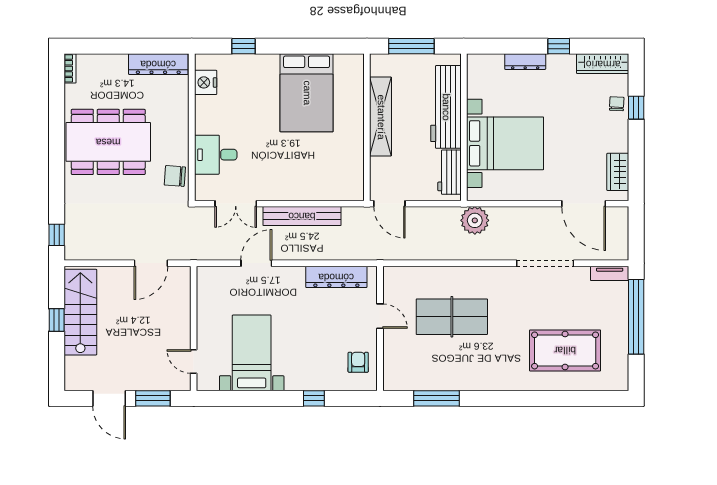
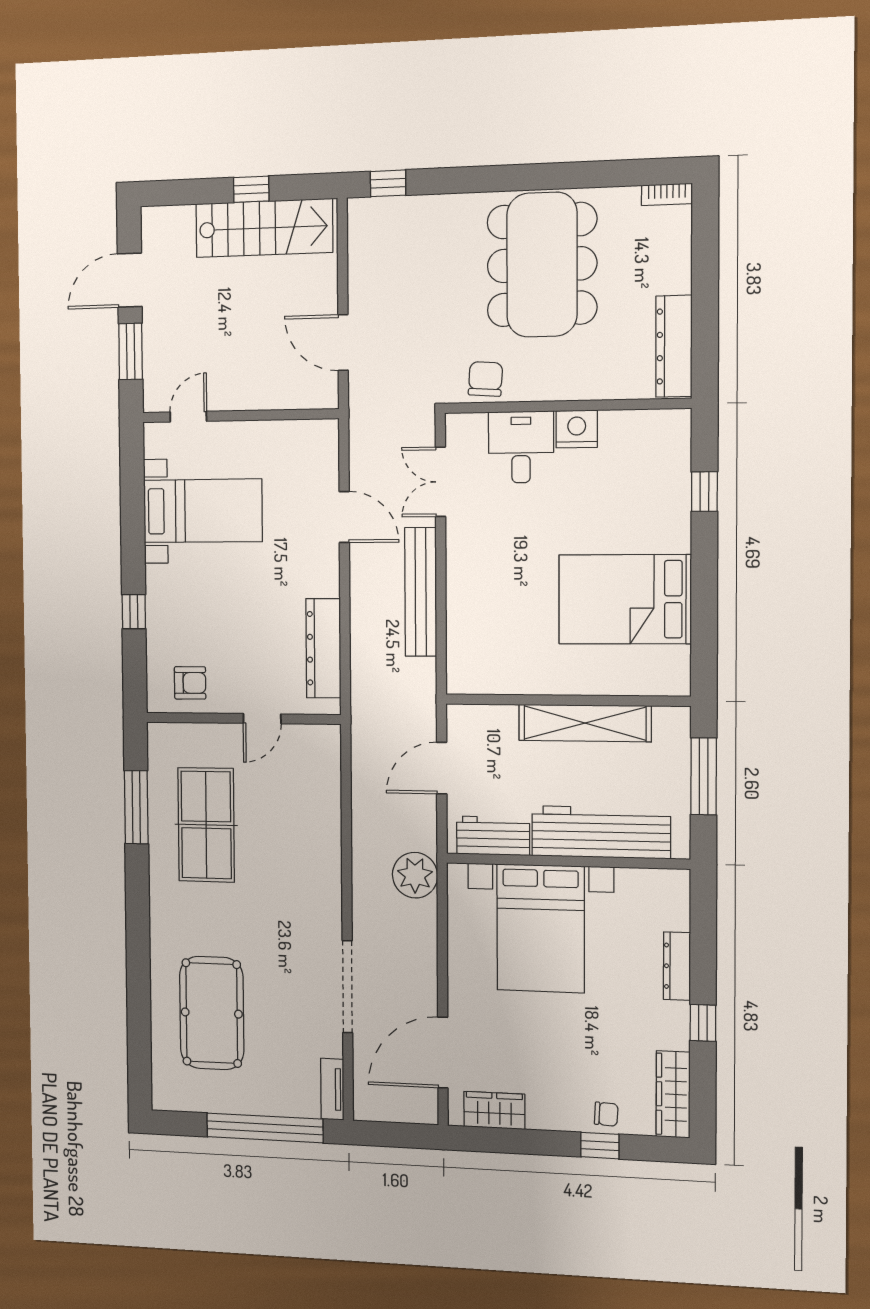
nightstand: (206, 82) -> (577, 429), moved
door: (389, 204) -> (442, 768), moved
table tennis table: (452, 317) -> (206, 825), moved

